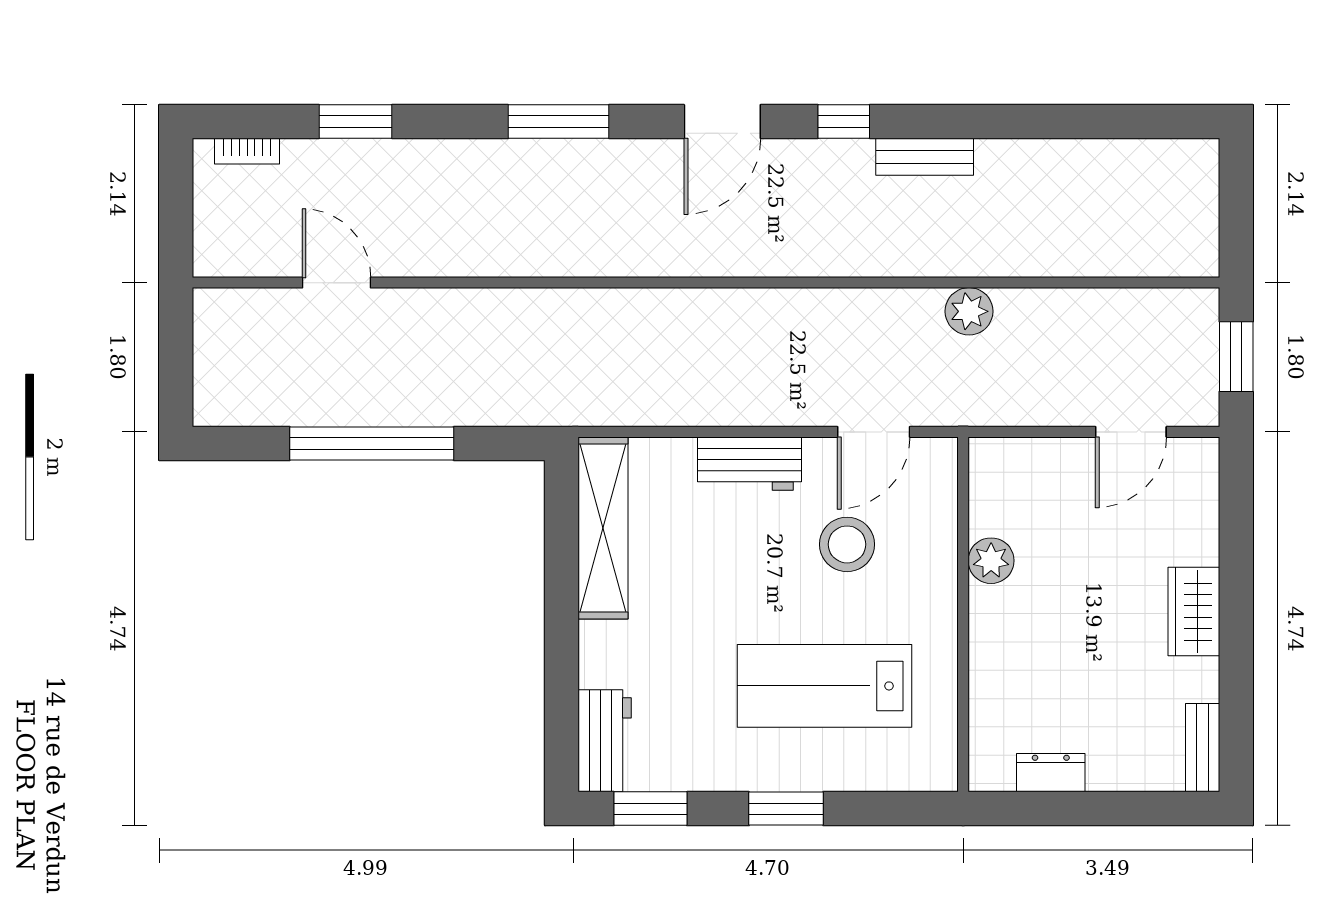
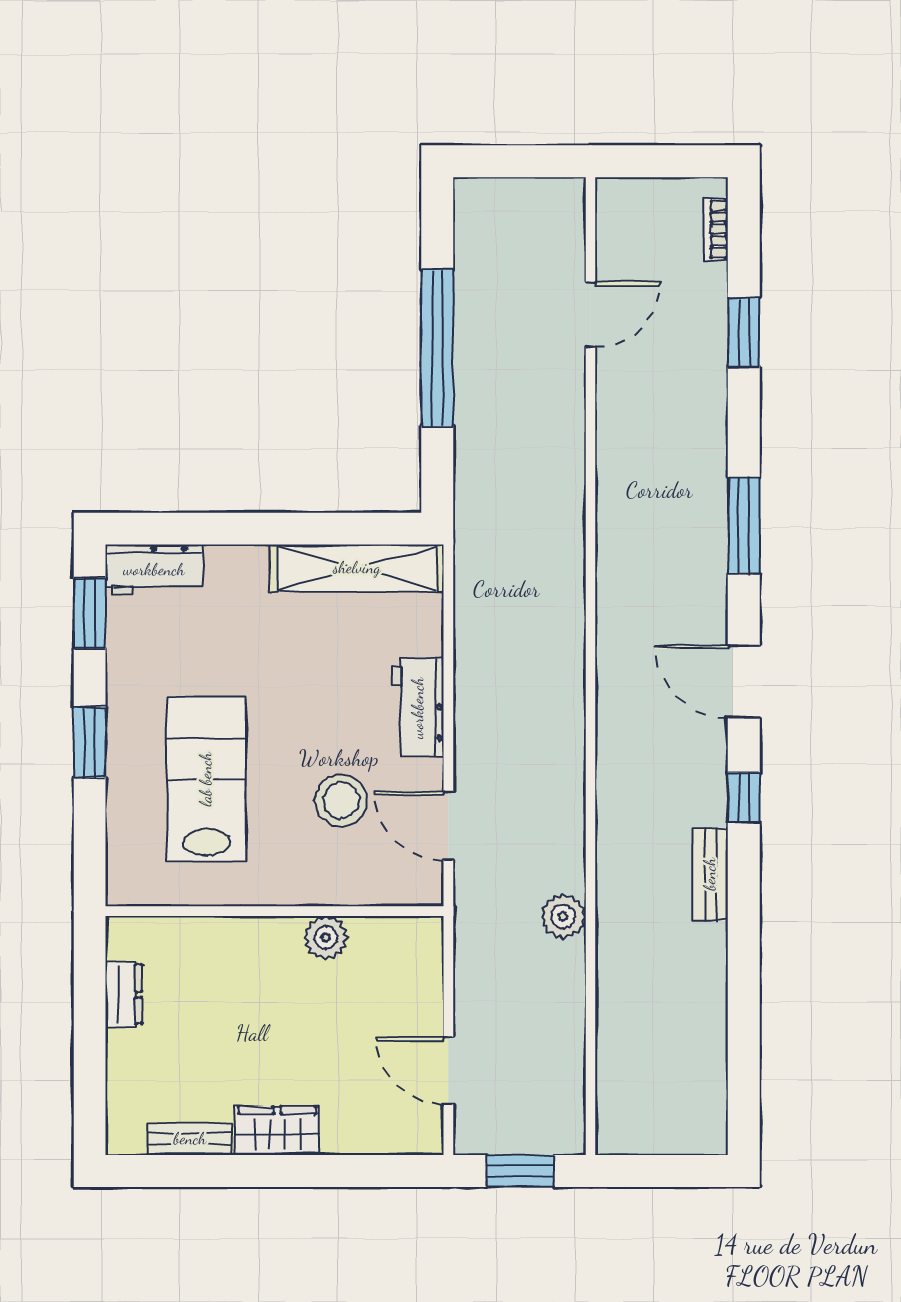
bench: (1203, 748) -> (190, 1139), moved

